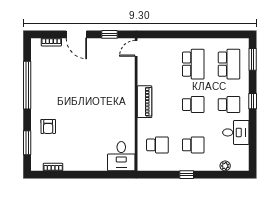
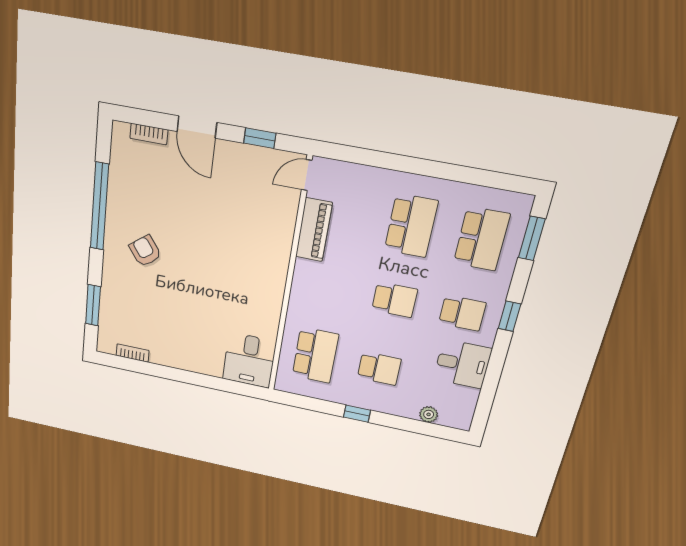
piano: (145, 102) -> (314, 230), moved
armchair: (48, 126) -> (145, 251), moved, turned 143
school desk: (157, 145) -> (315, 355), width x1.85

